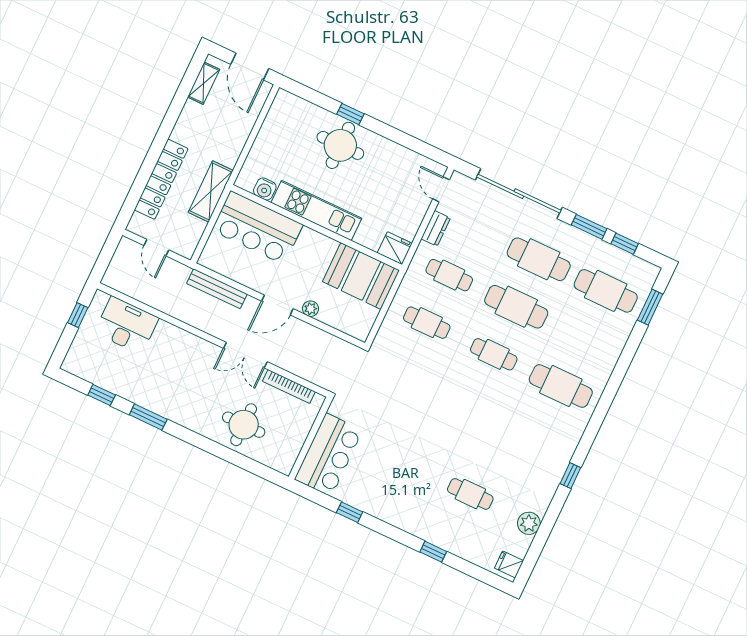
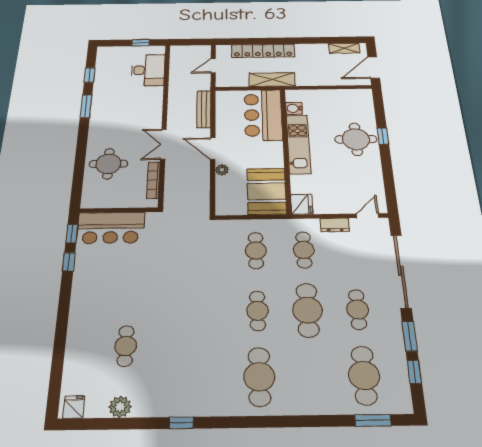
cafe table: (539, 259) -> (358, 309), width x0.73, depth x0.74
window: (433, 552) -> (72, 234), moved

